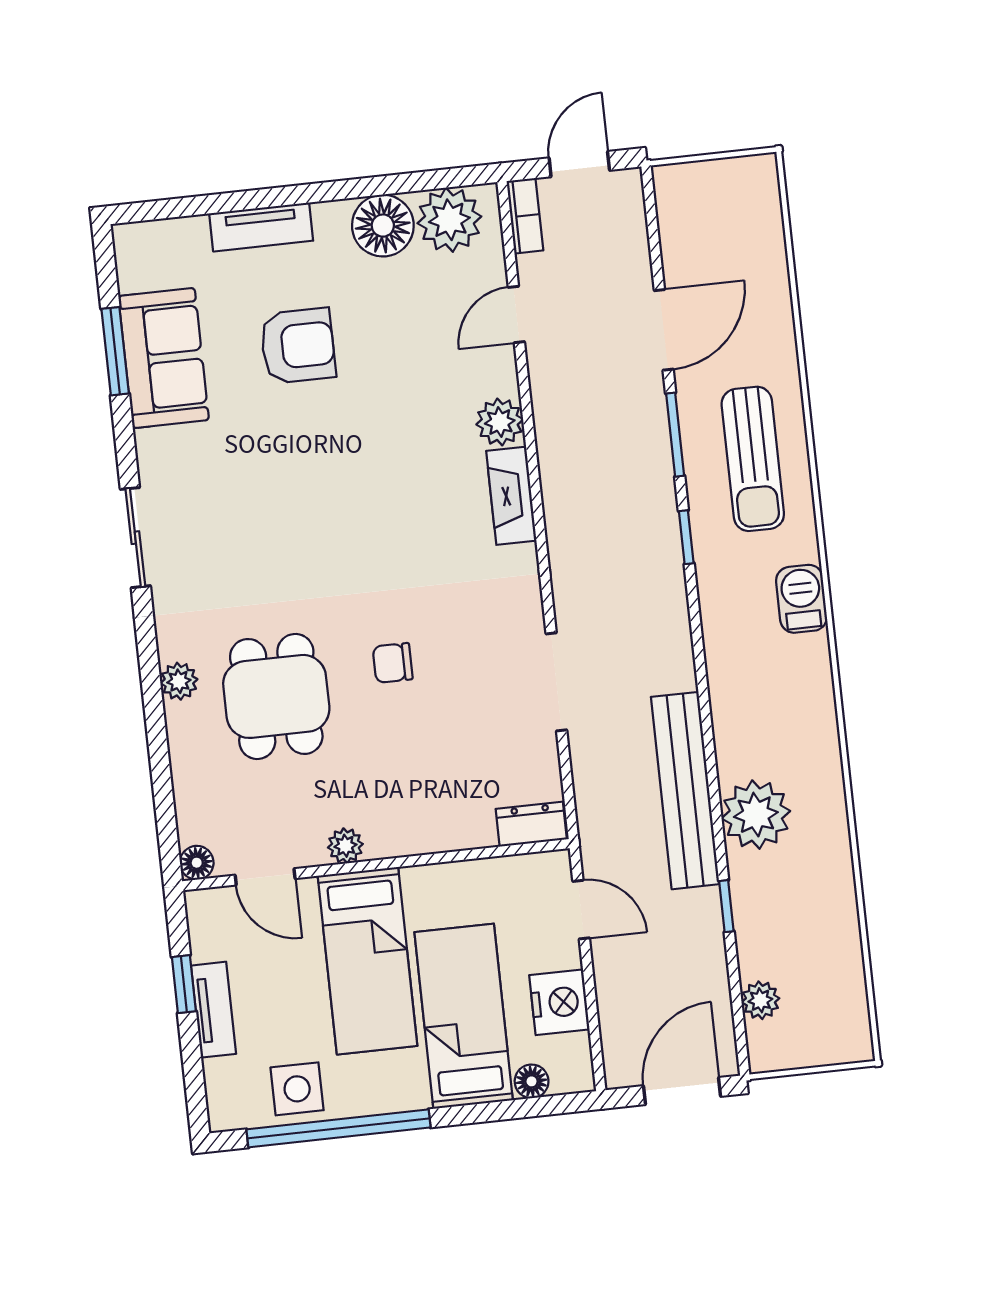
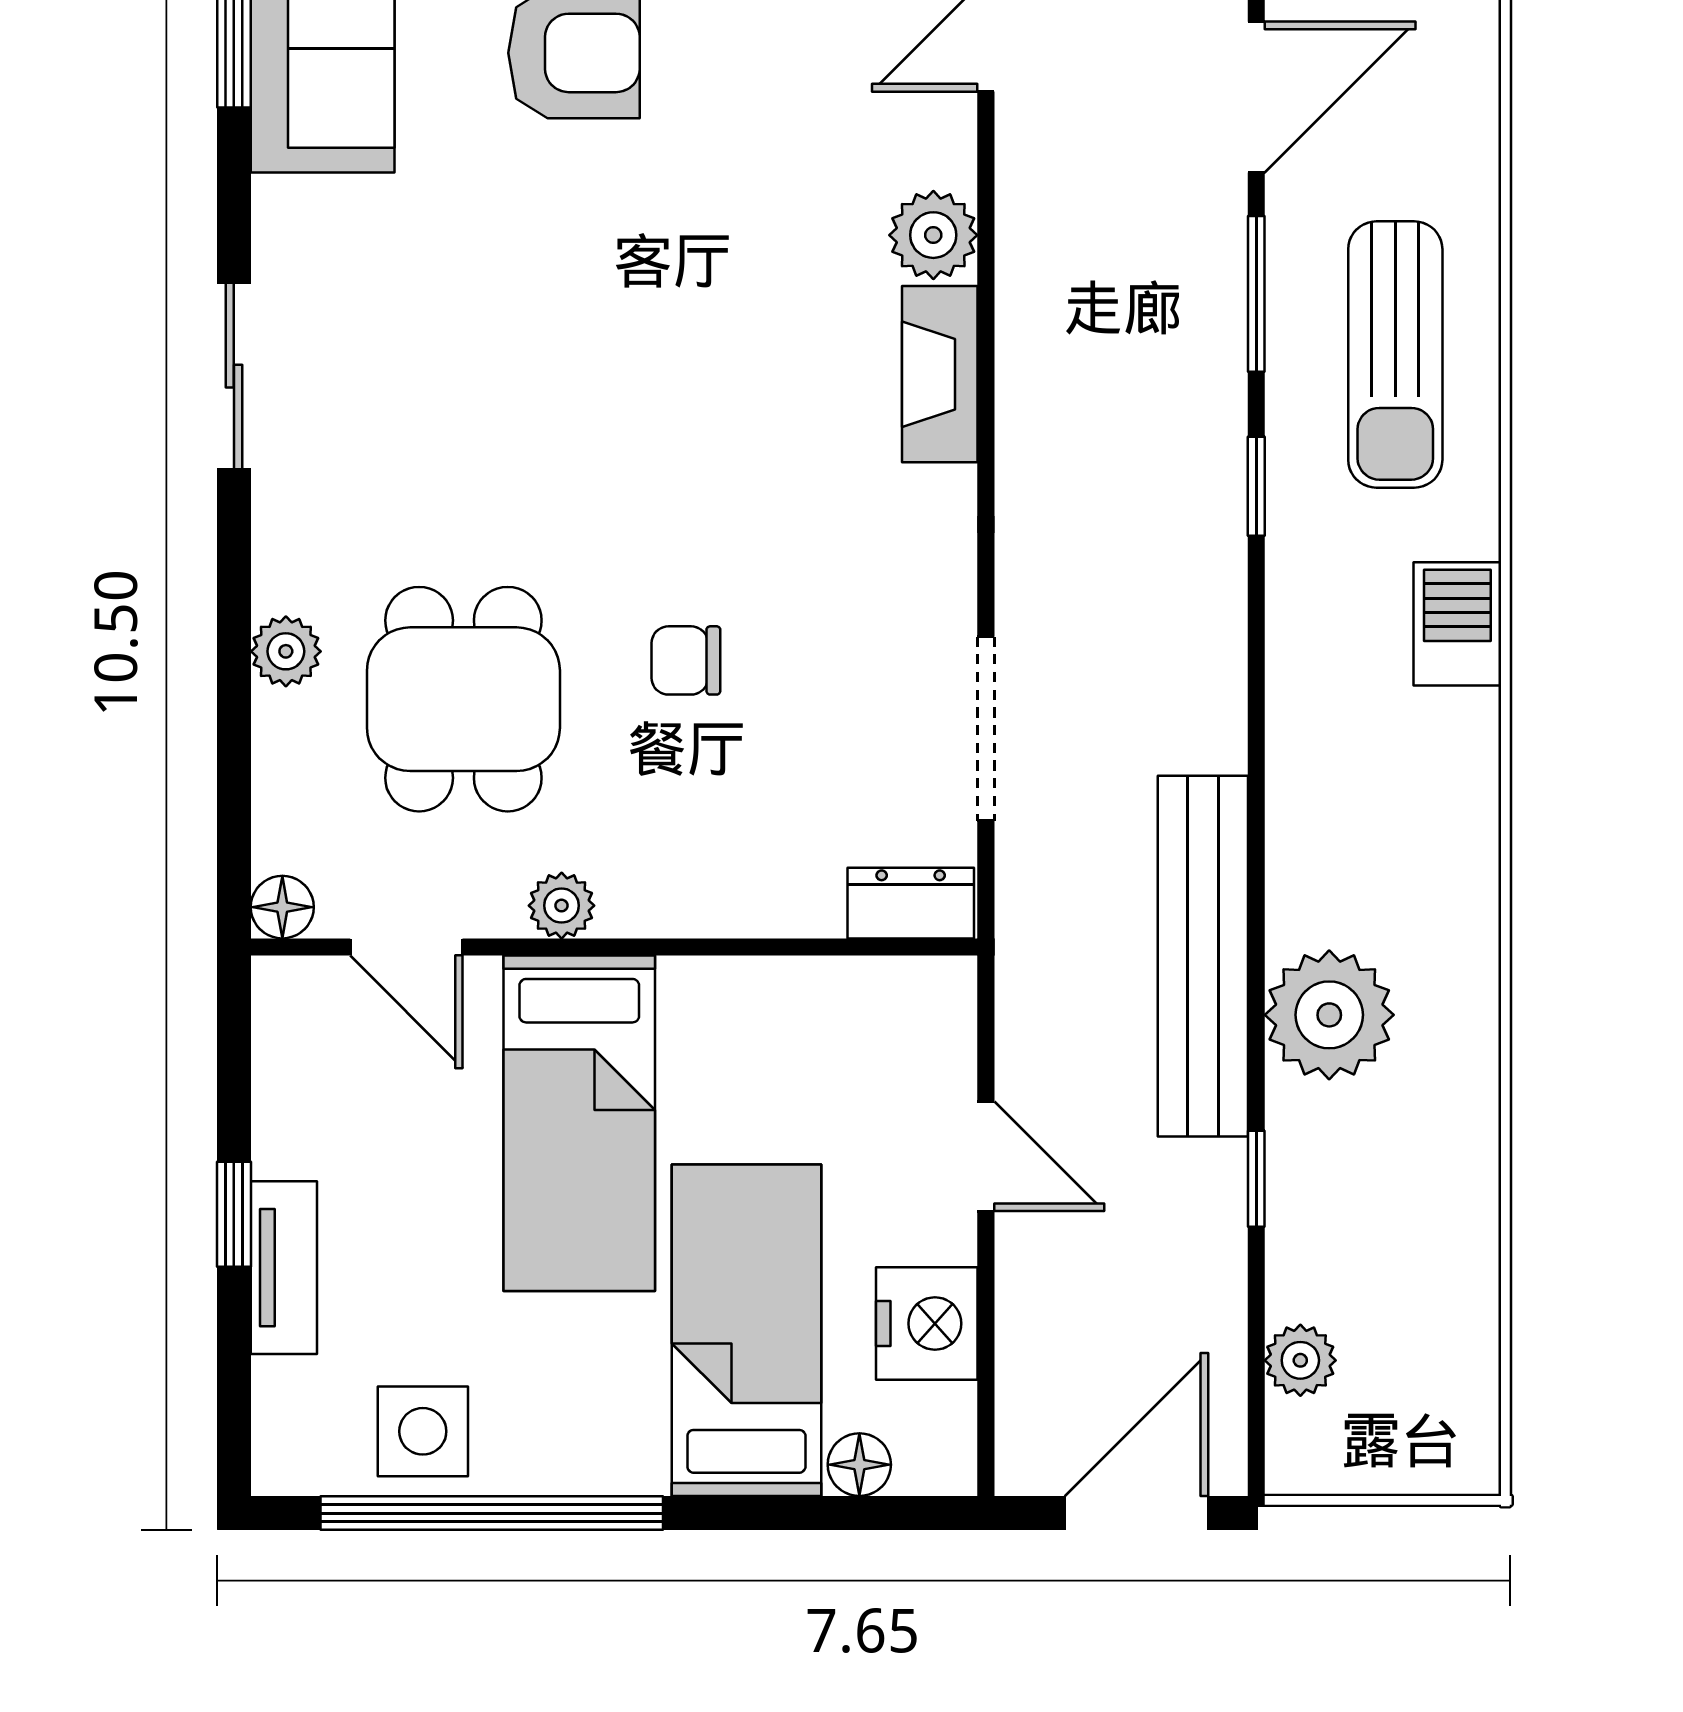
dresser: (531, 824) -> (911, 903), moved
plant: (345, 846) -> (562, 906), moved
floor lamp: (197, 863) -> (282, 907), moved
wall: (376, 865) -> (614, 947), moved
door: (265, 877) -> (406, 947), moved
bed: (367, 961) -> (579, 1123), moved

